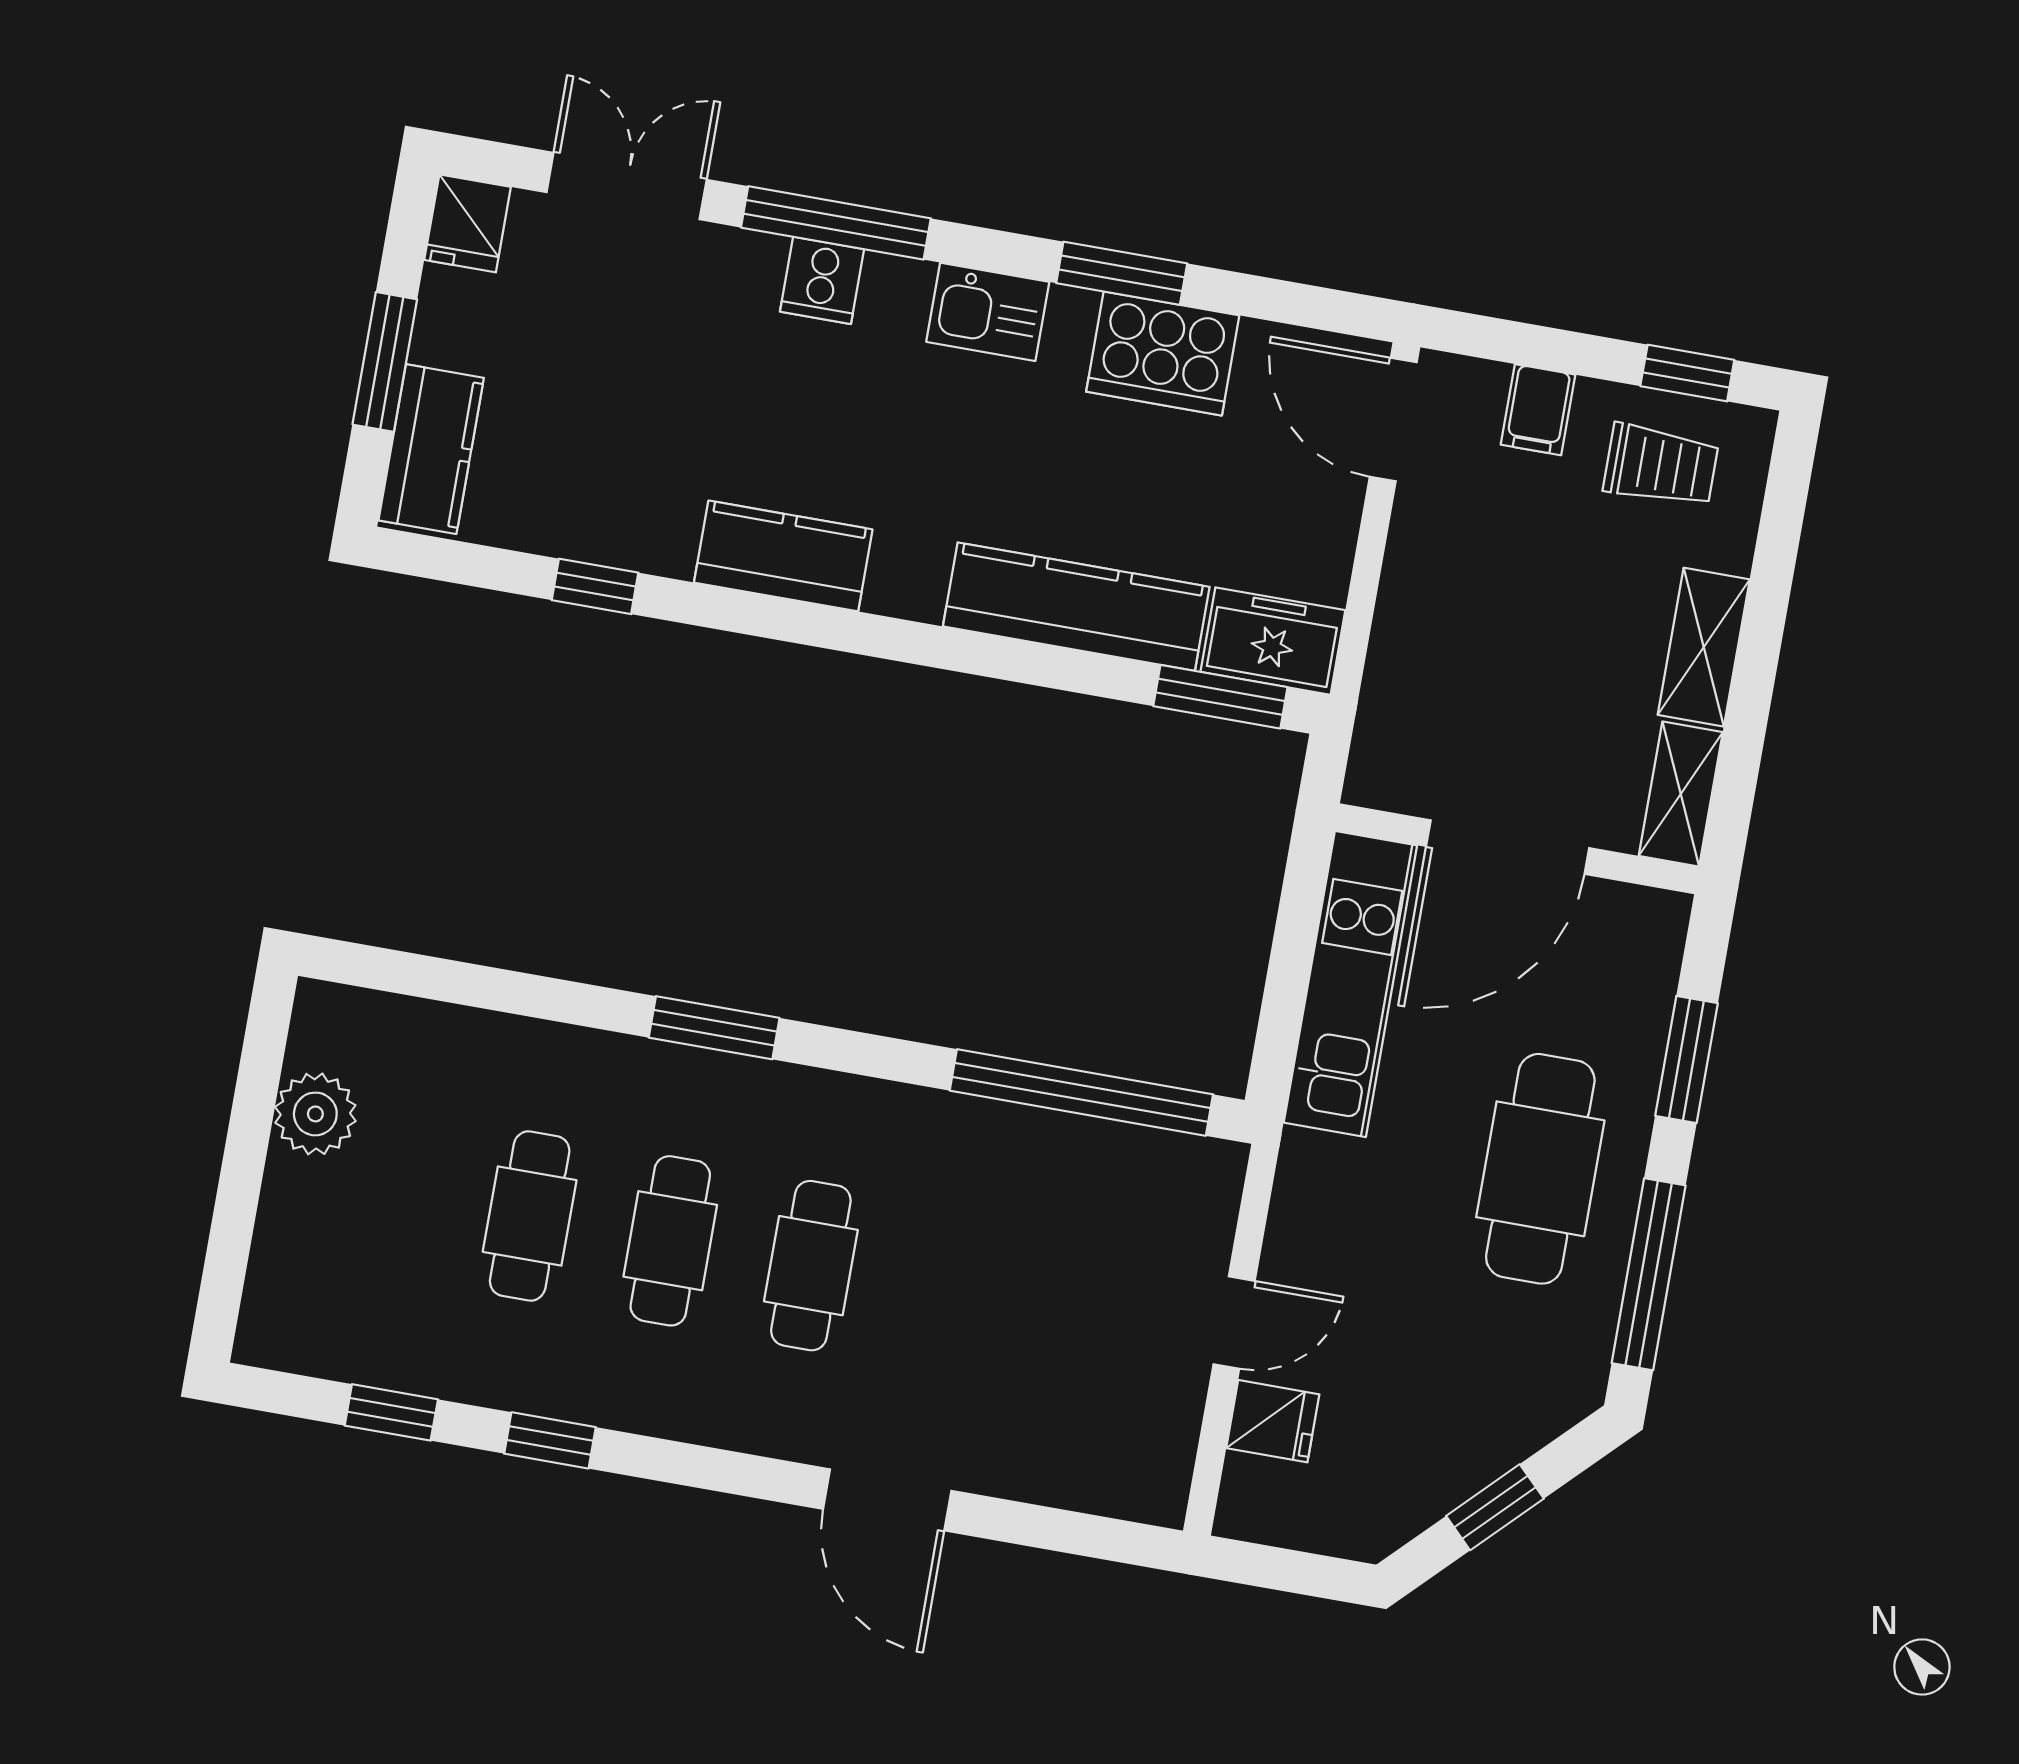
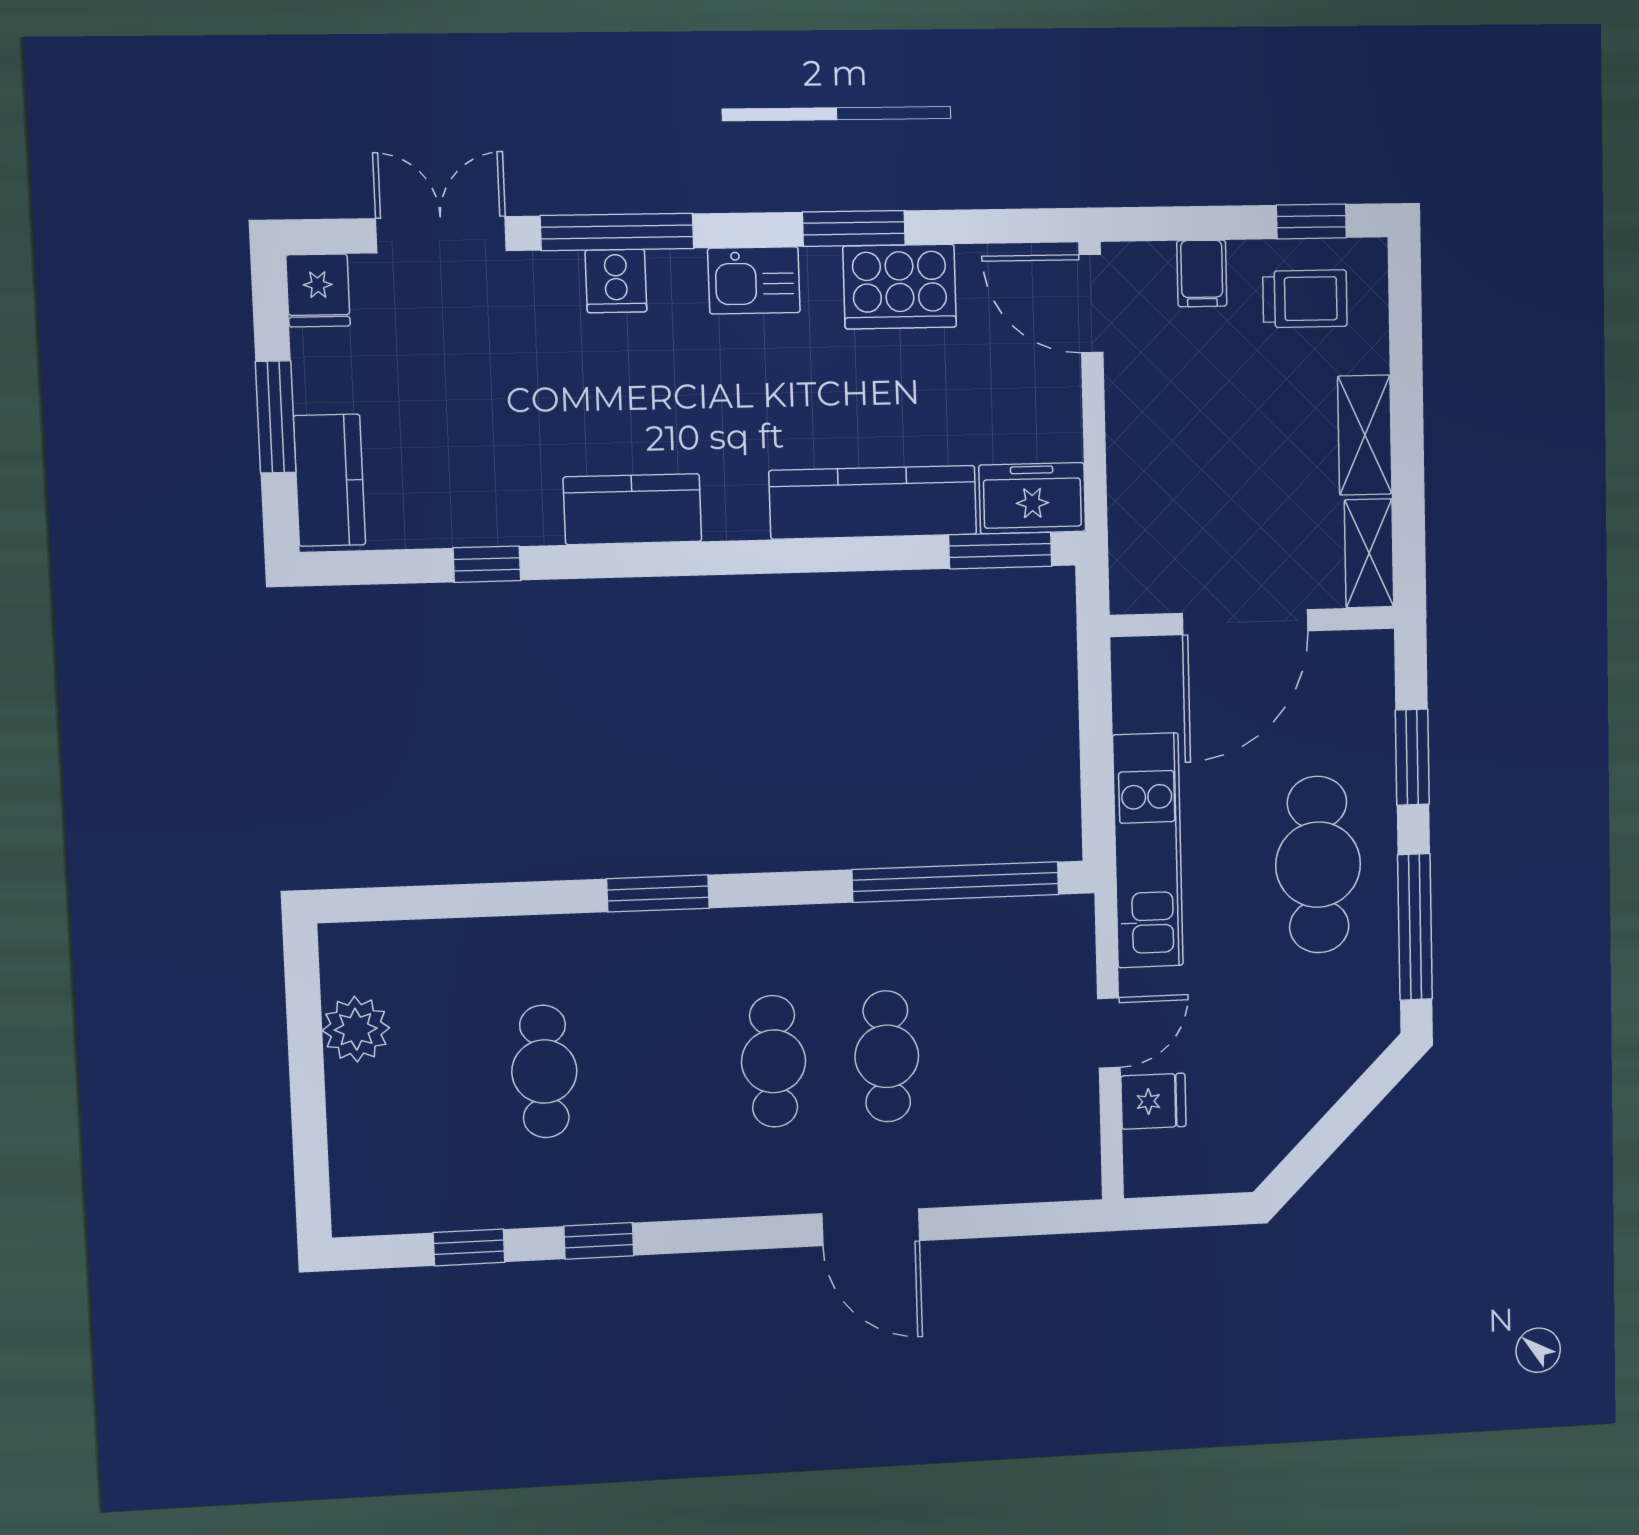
kitchen unit: (1350, 984) -> (1148, 850), moved
cafe table: (670, 1241) -> (887, 1056), moved
window: (1495, 1507) -> (1334, 1128), removed

